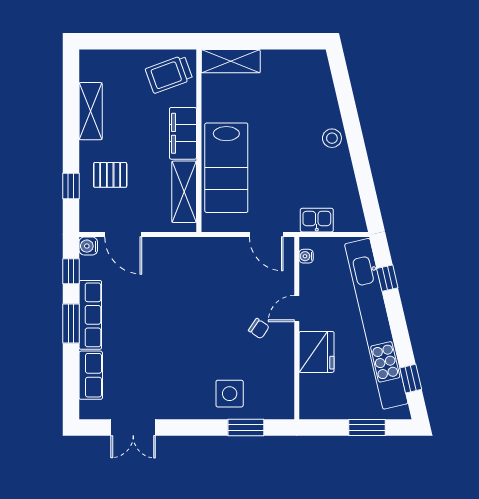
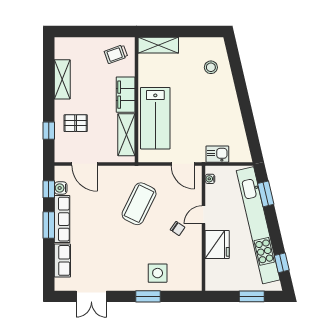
trolley: (169, 74) -> (116, 54), width x0.73, depth x0.72
stool: (332, 138) -> (211, 67), moved
water cooler: (88, 246) -> (61, 188), moved
window: (387, 278) -> (266, 194), width x1.50
coffee table: (203, 292) -> (139, 204), added
window: (246, 428) -> (148, 296), moved

